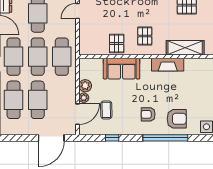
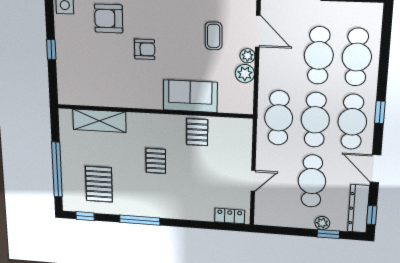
pallet: (145, 36) -> (156, 161), moved
fireplace: (168, 65) -> (123, 98), removed
door: (78, 114) -> (258, 31), swing flipped
armchair: (148, 114) -> (145, 49), moved

